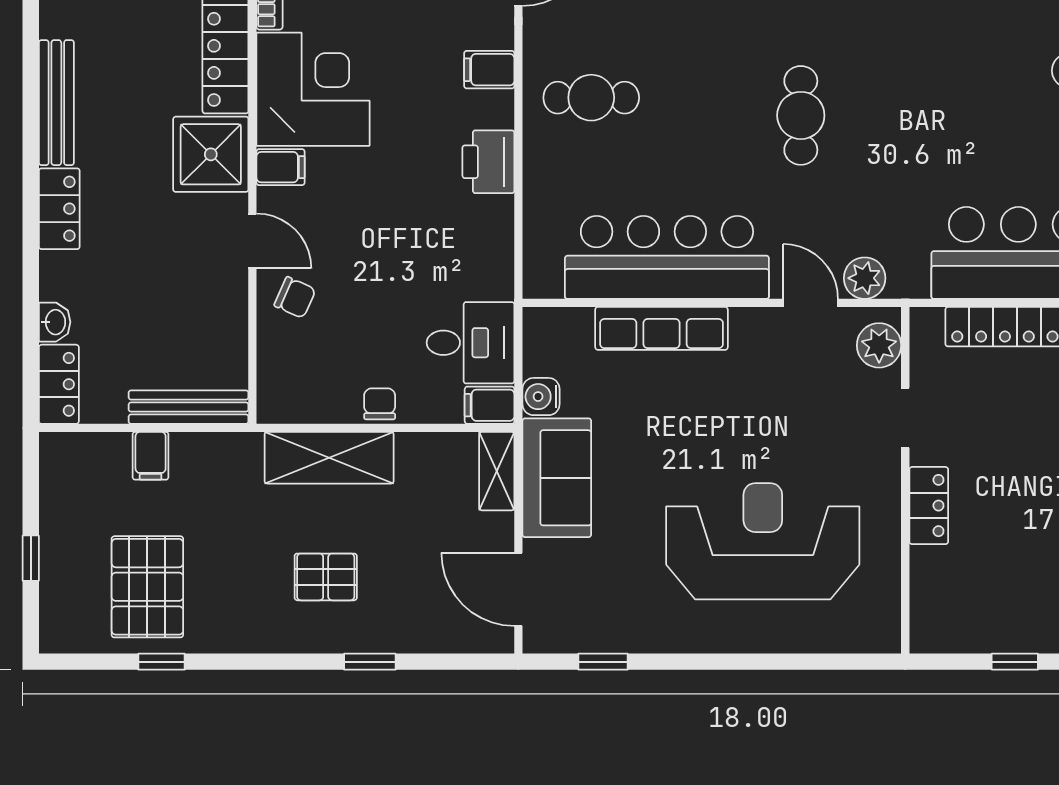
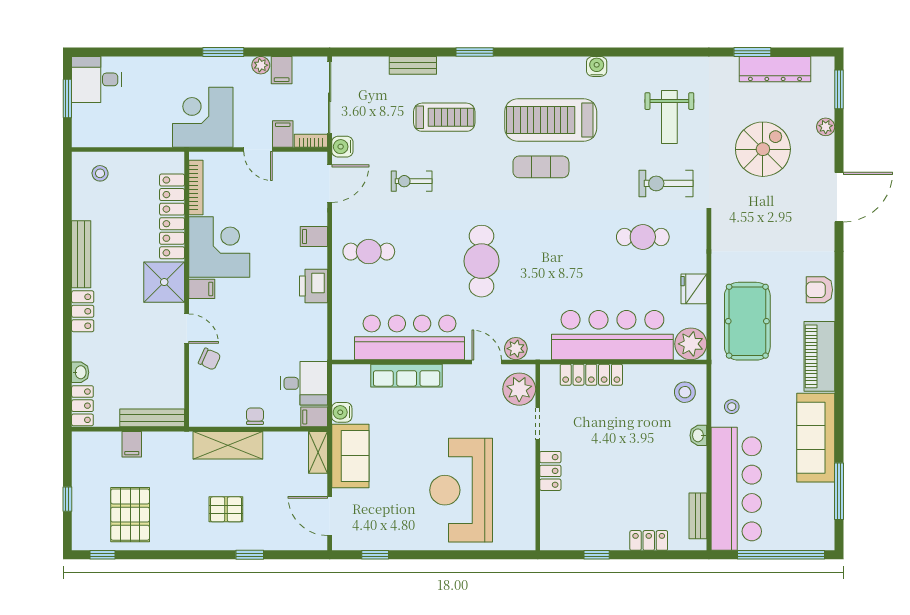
cafe table: (801, 115) -> (482, 261), width x1.37, depth x1.35
plant: (879, 345) -> (519, 389), width x1.36, depth x1.36
reception desk: (763, 541) -> (461, 490), turned -90
window: (162, 662) -> (103, 555), moved

